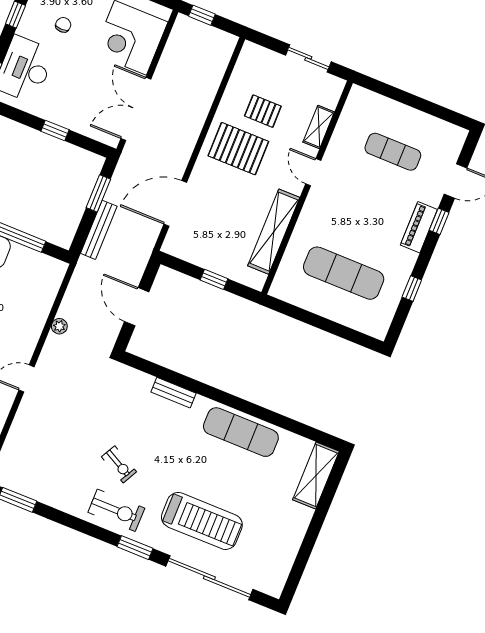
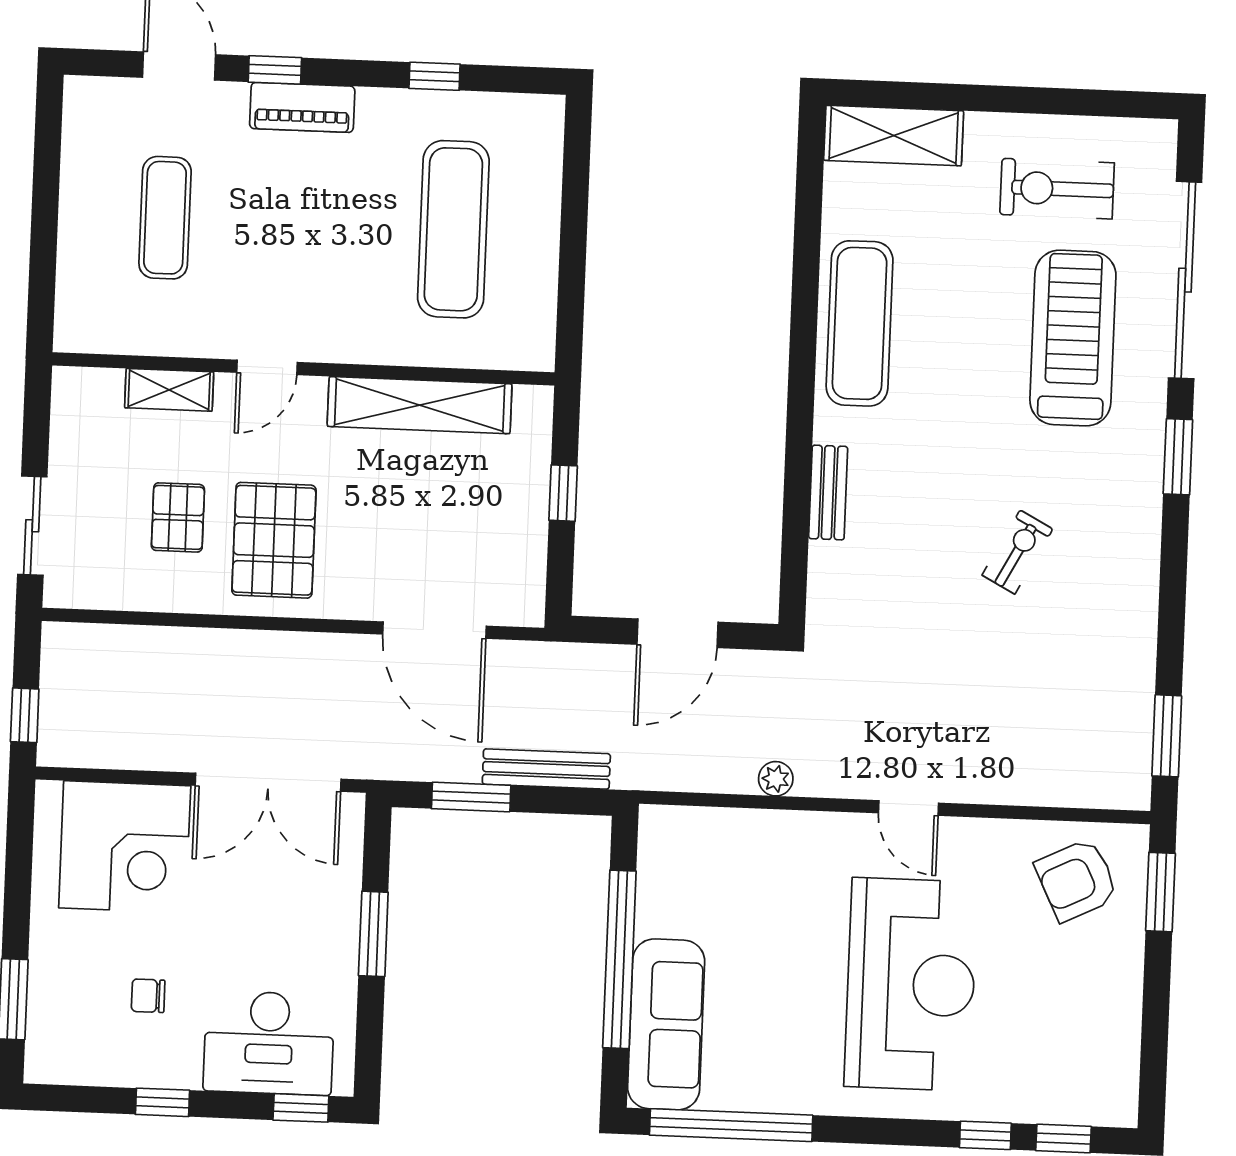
sliding door: (308, 58) -> (32, 526), moved
window: (55, 131) -> (373, 934), width x1.50
exercise bike: (116, 510) -> (1057, 189), moved, turned -90

